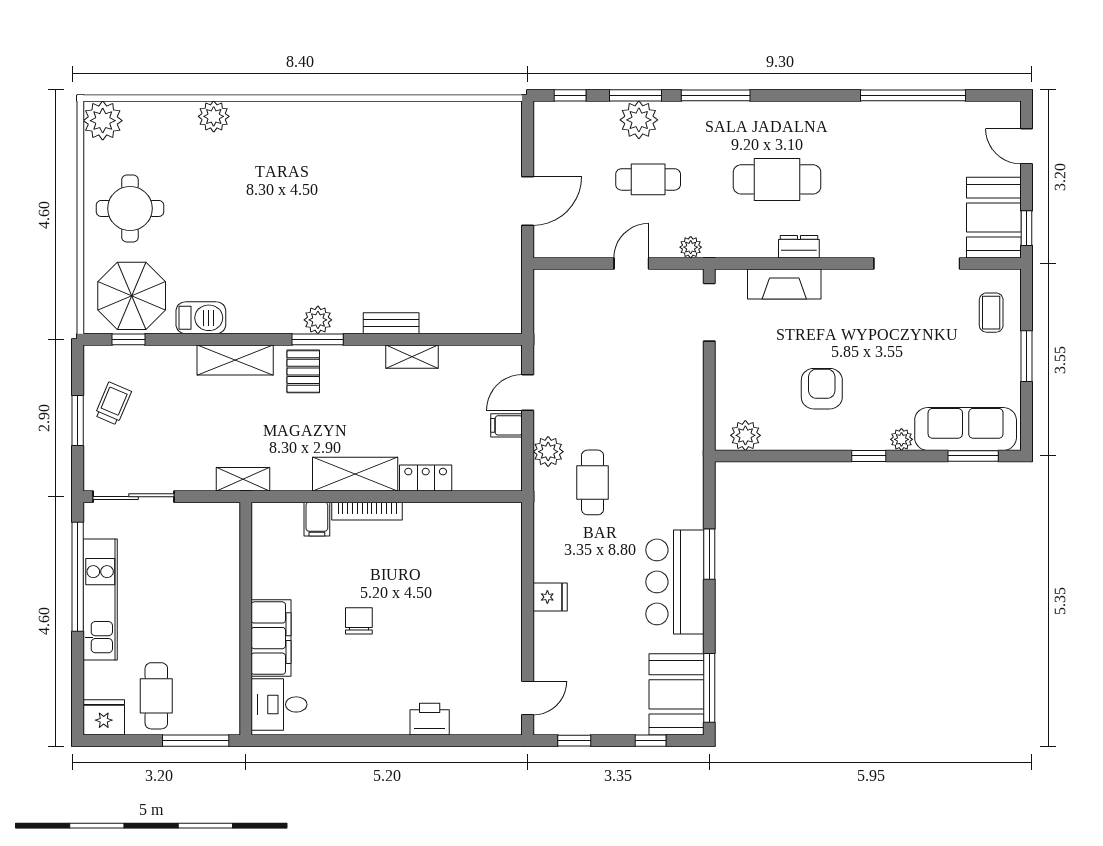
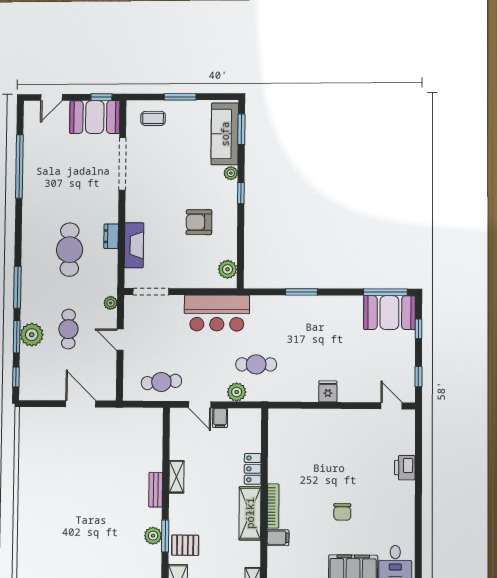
cafe table: (564, 331) -> (161, 382), added
bar counter: (675, 582) -> (217, 313), moved
chair: (359, 621) -> (342, 512), turned -90

